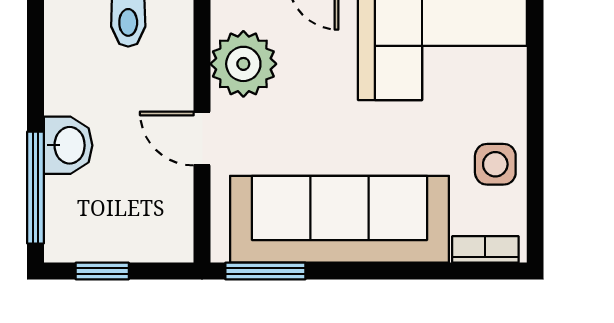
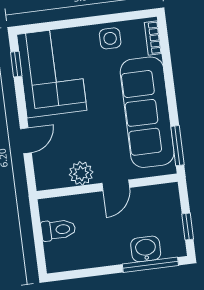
plant: (243, 64) -> (81, 173), width x0.73, depth x0.73
washbasin: (68, 145) -> (146, 249), moved

